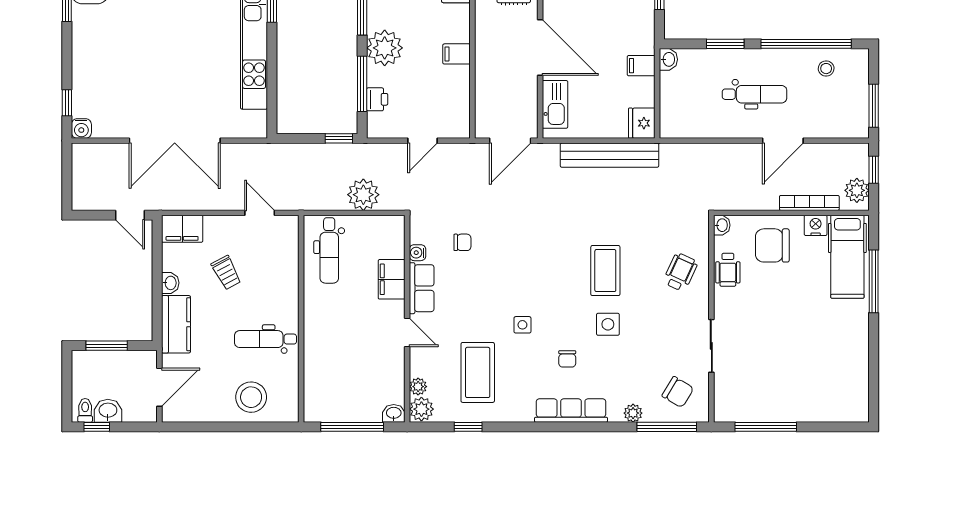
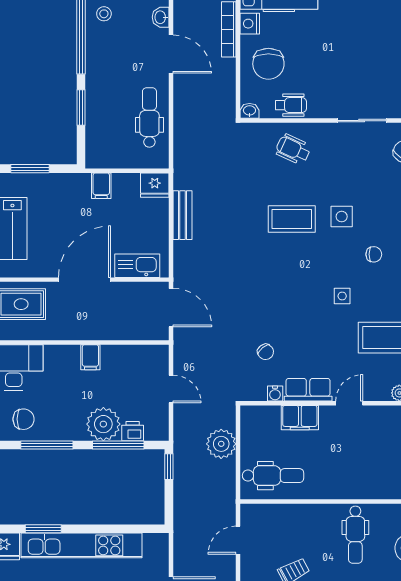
plant: (385, 48) -> (103, 424), moved
washbasin: (668, 59) -> (161, 17), moved, turned -90
dental chair: (754, 94) -> (149, 117), moved
bench: (610, 155) -> (182, 215), width x0.54, depth x0.82
chair: (462, 242) -> (266, 352), turned 141

